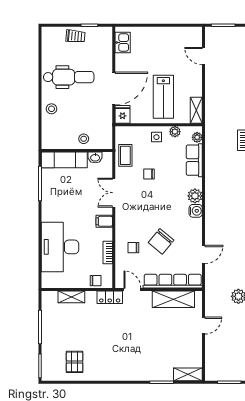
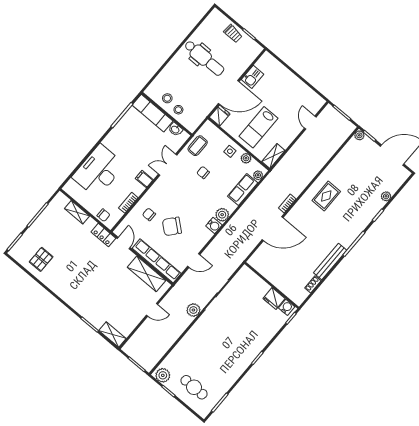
kitchen sink: (123, 42) -> (252, 77), moved
stool: (51, 109) -> (167, 98), moved

